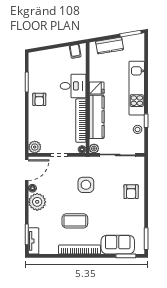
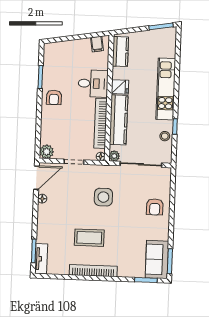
kitchen counter: (110, 46) -> (120, 51), moved, turned -80
plant: (37, 202) -> (47, 214), removed
sofa: (118, 245) -> (157, 260), moved, turned -90

